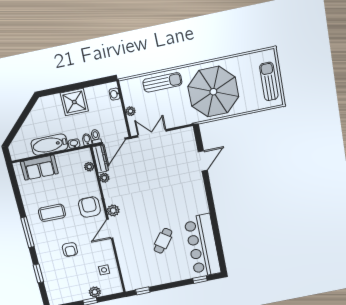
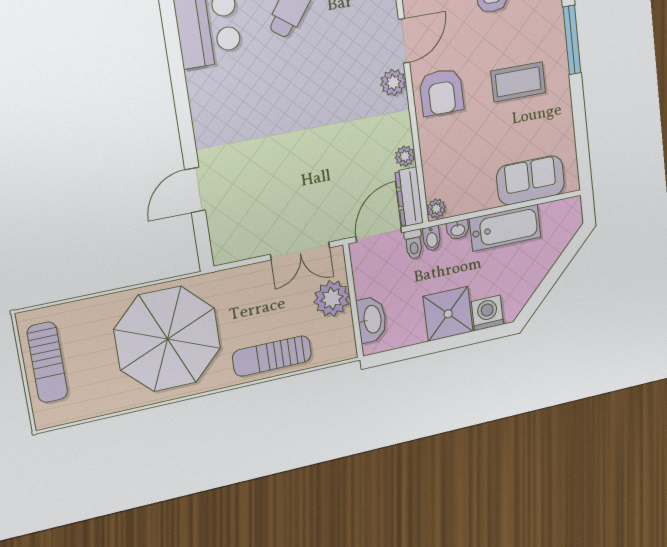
washbasin: (115, 94) -> (372, 319), width x1.91, depth x1.45
washing machine: (53, 102) -> (487, 313), added
plant: (130, 111) -> (332, 299), width x1.87, depth x1.87
plant: (89, 167) -> (436, 209), moved

